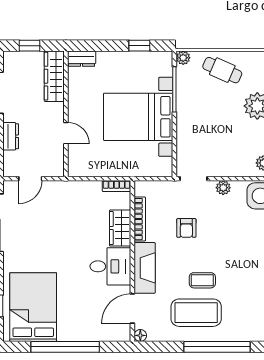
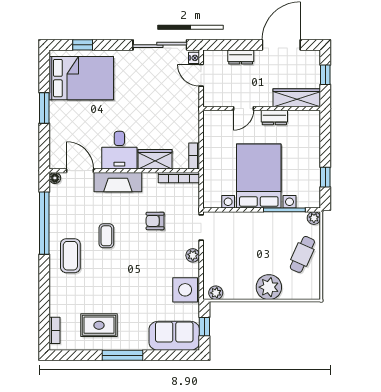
dresser: (82, 59) -> (274, 118), moved, turned -90
nightstand: (12, 186) -> (194, 58), added
bookcase: (140, 219) -> (179, 178), moved
coffee table: (196, 313) -> (70, 256), moved, width x0.73, depth x0.76
window: (65, 347) -> (44, 108), width x0.47
window: (217, 347) -> (44, 223), moved

